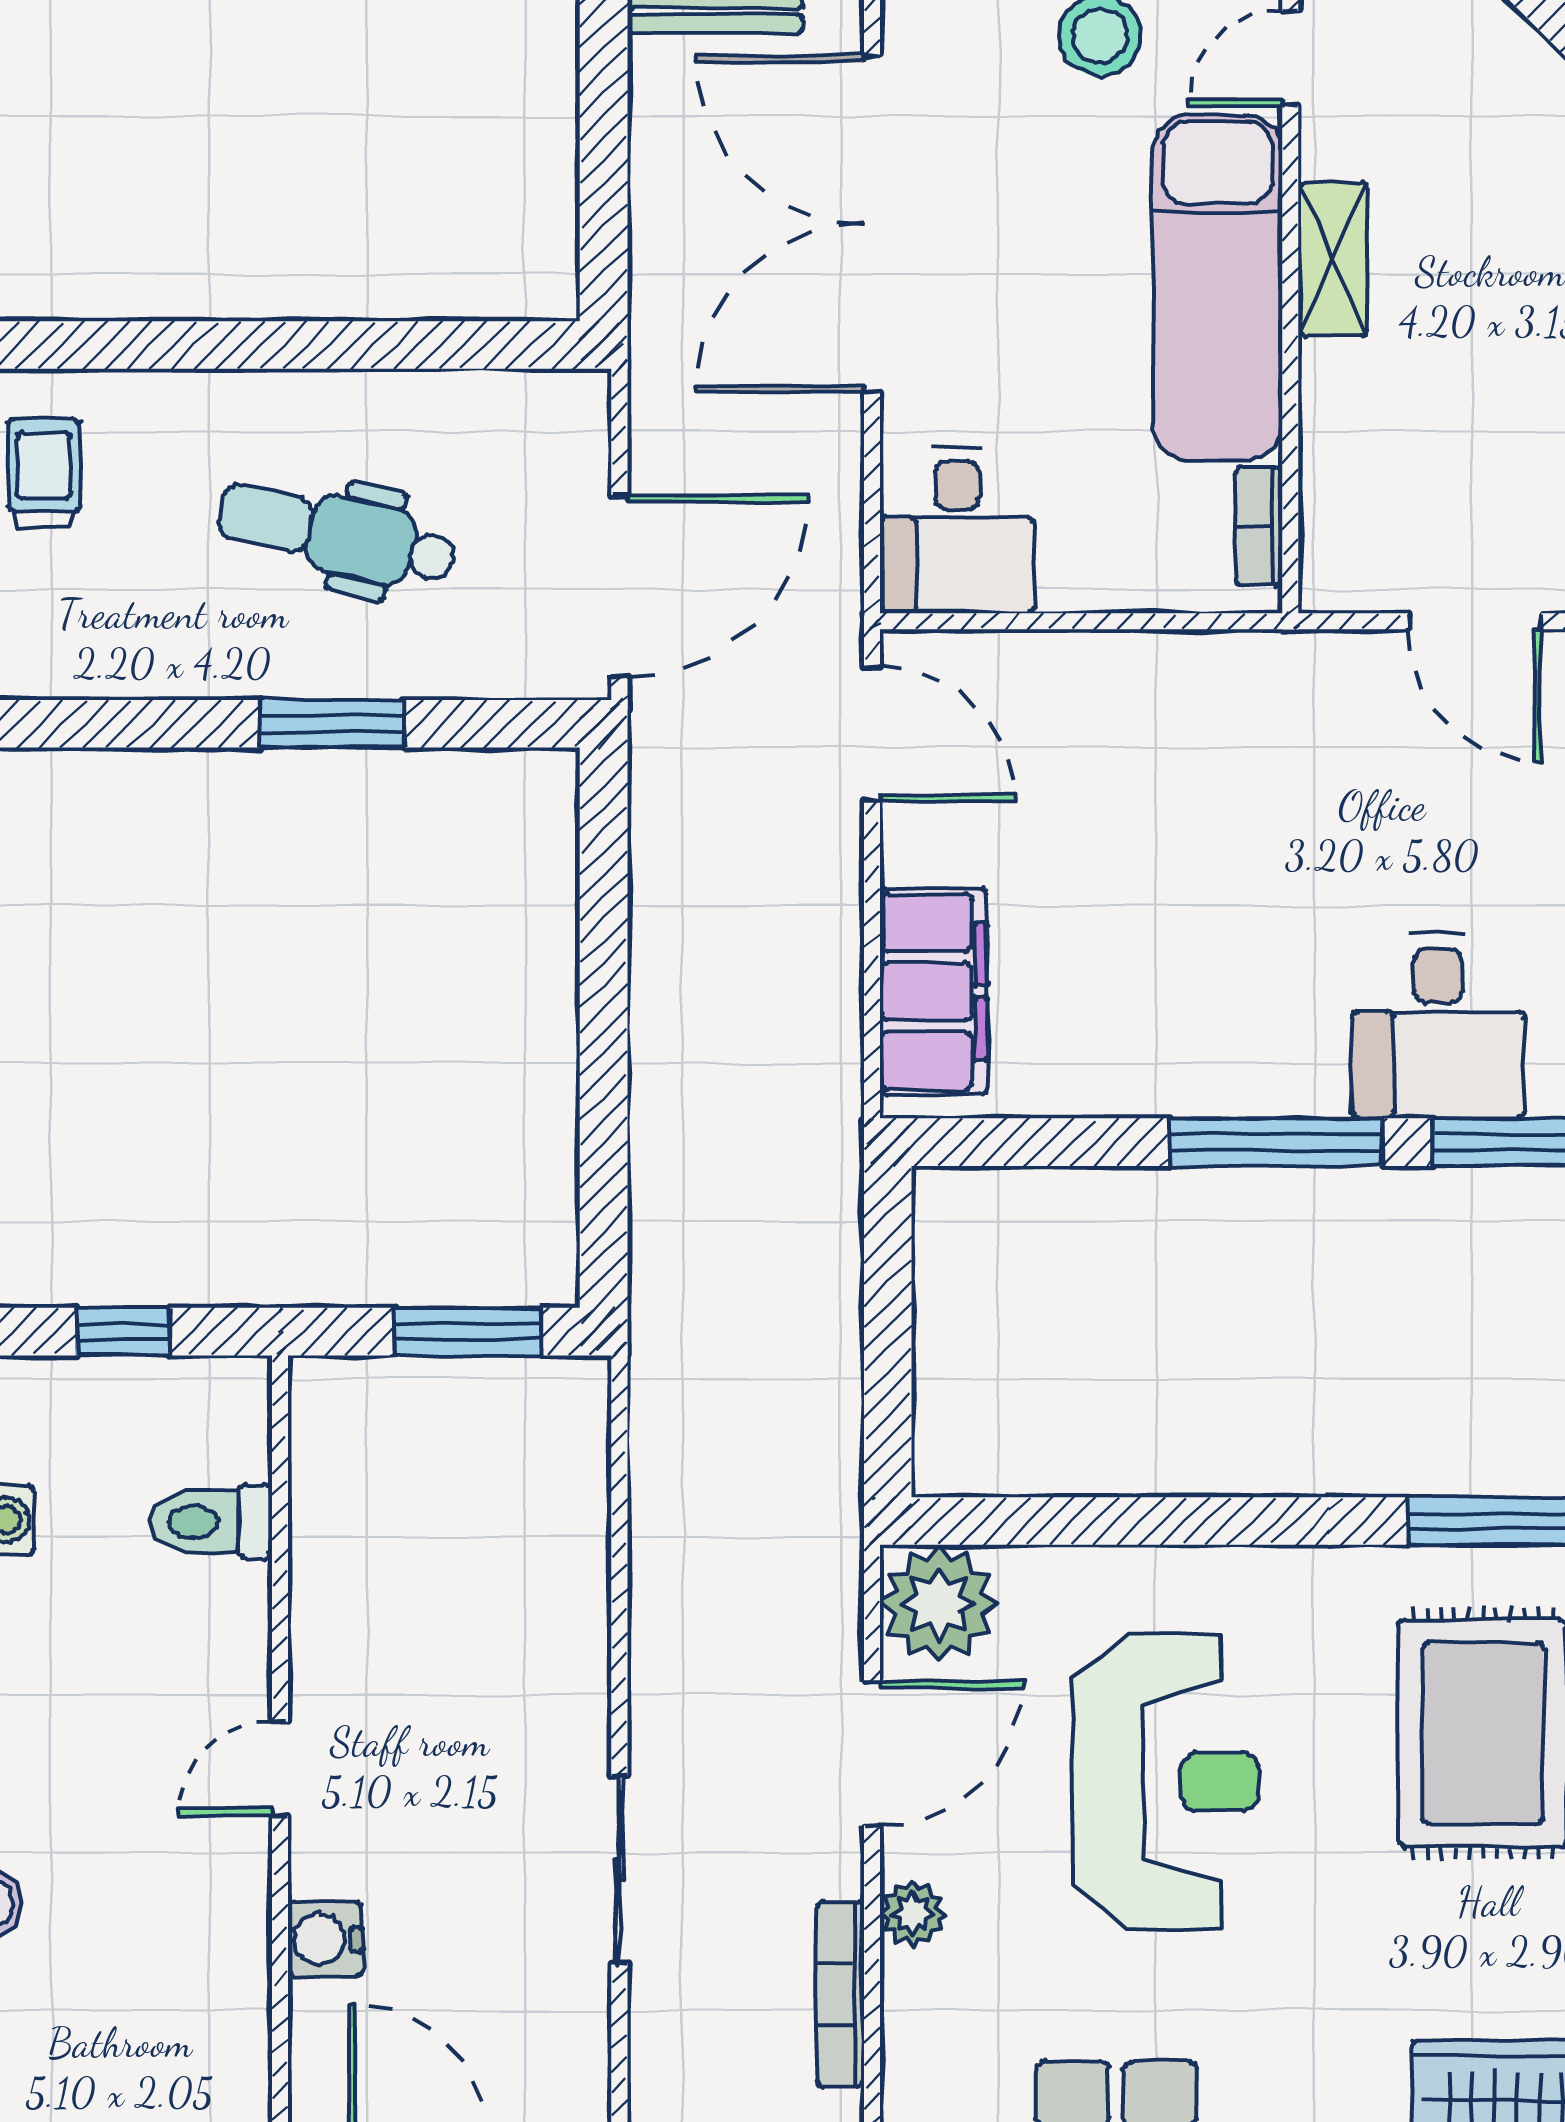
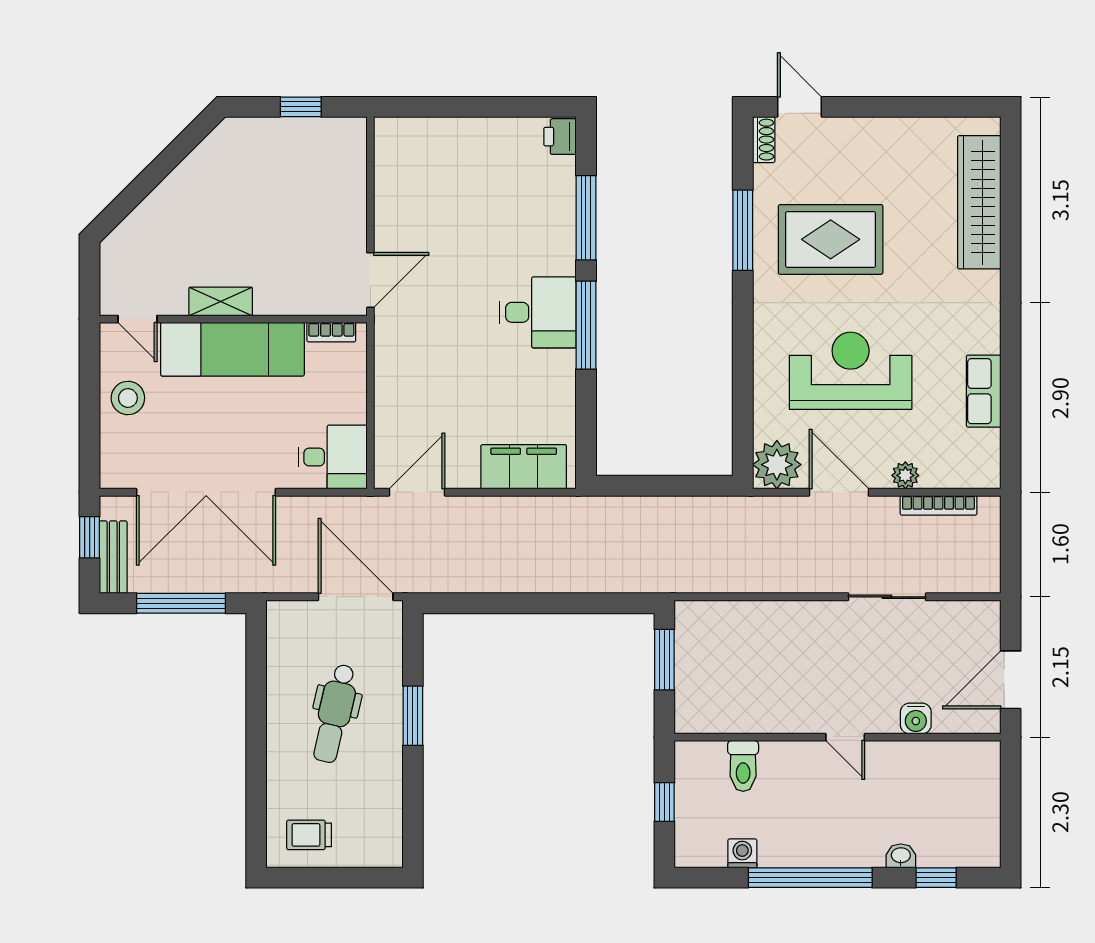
window: (604, 164) -> (181, 603), added
door: (1475, 621) -> (370, 280), moved
desk: (1438, 1026) -> (538, 312), moved

